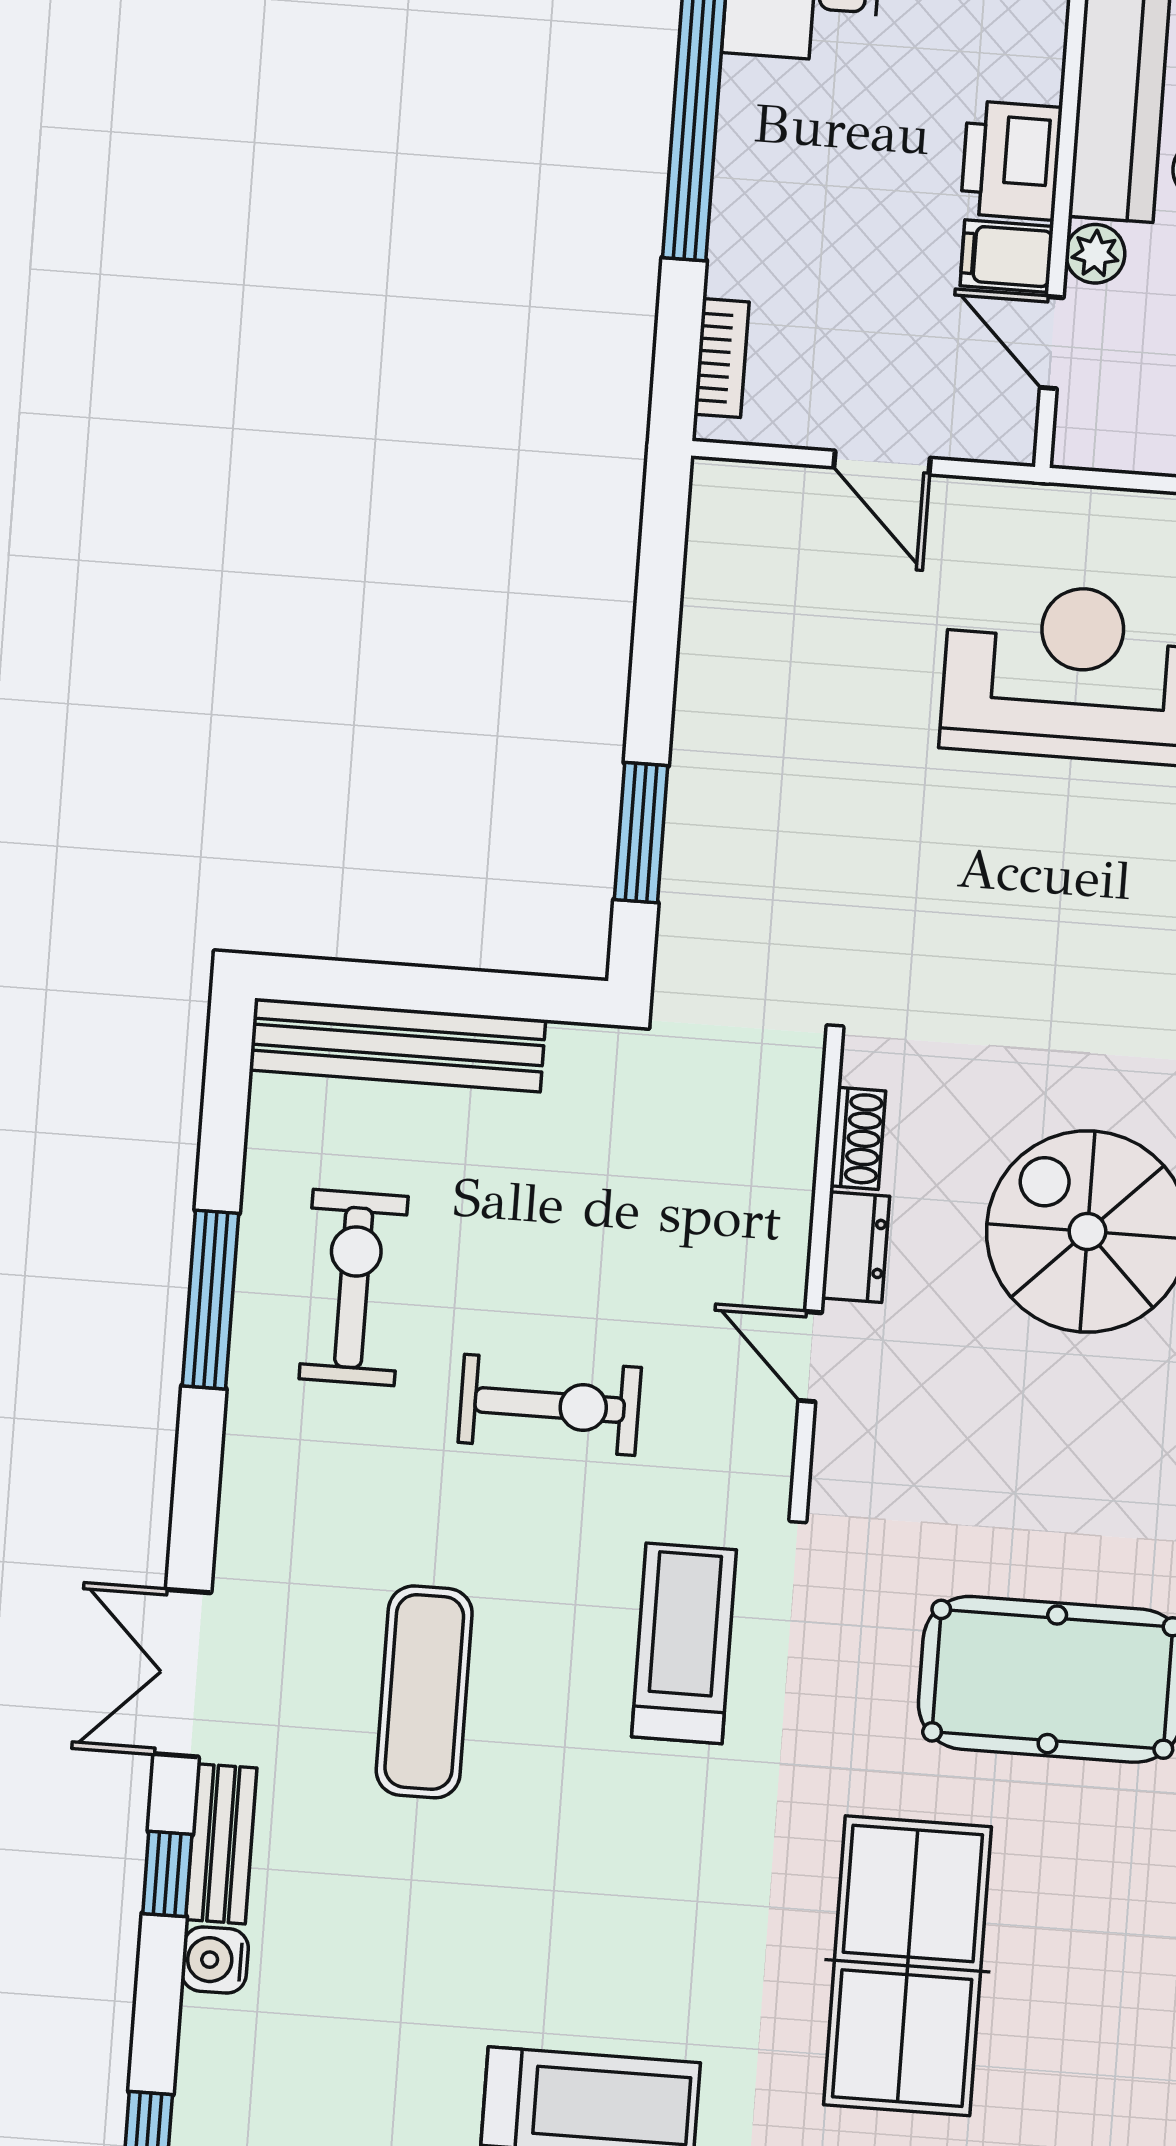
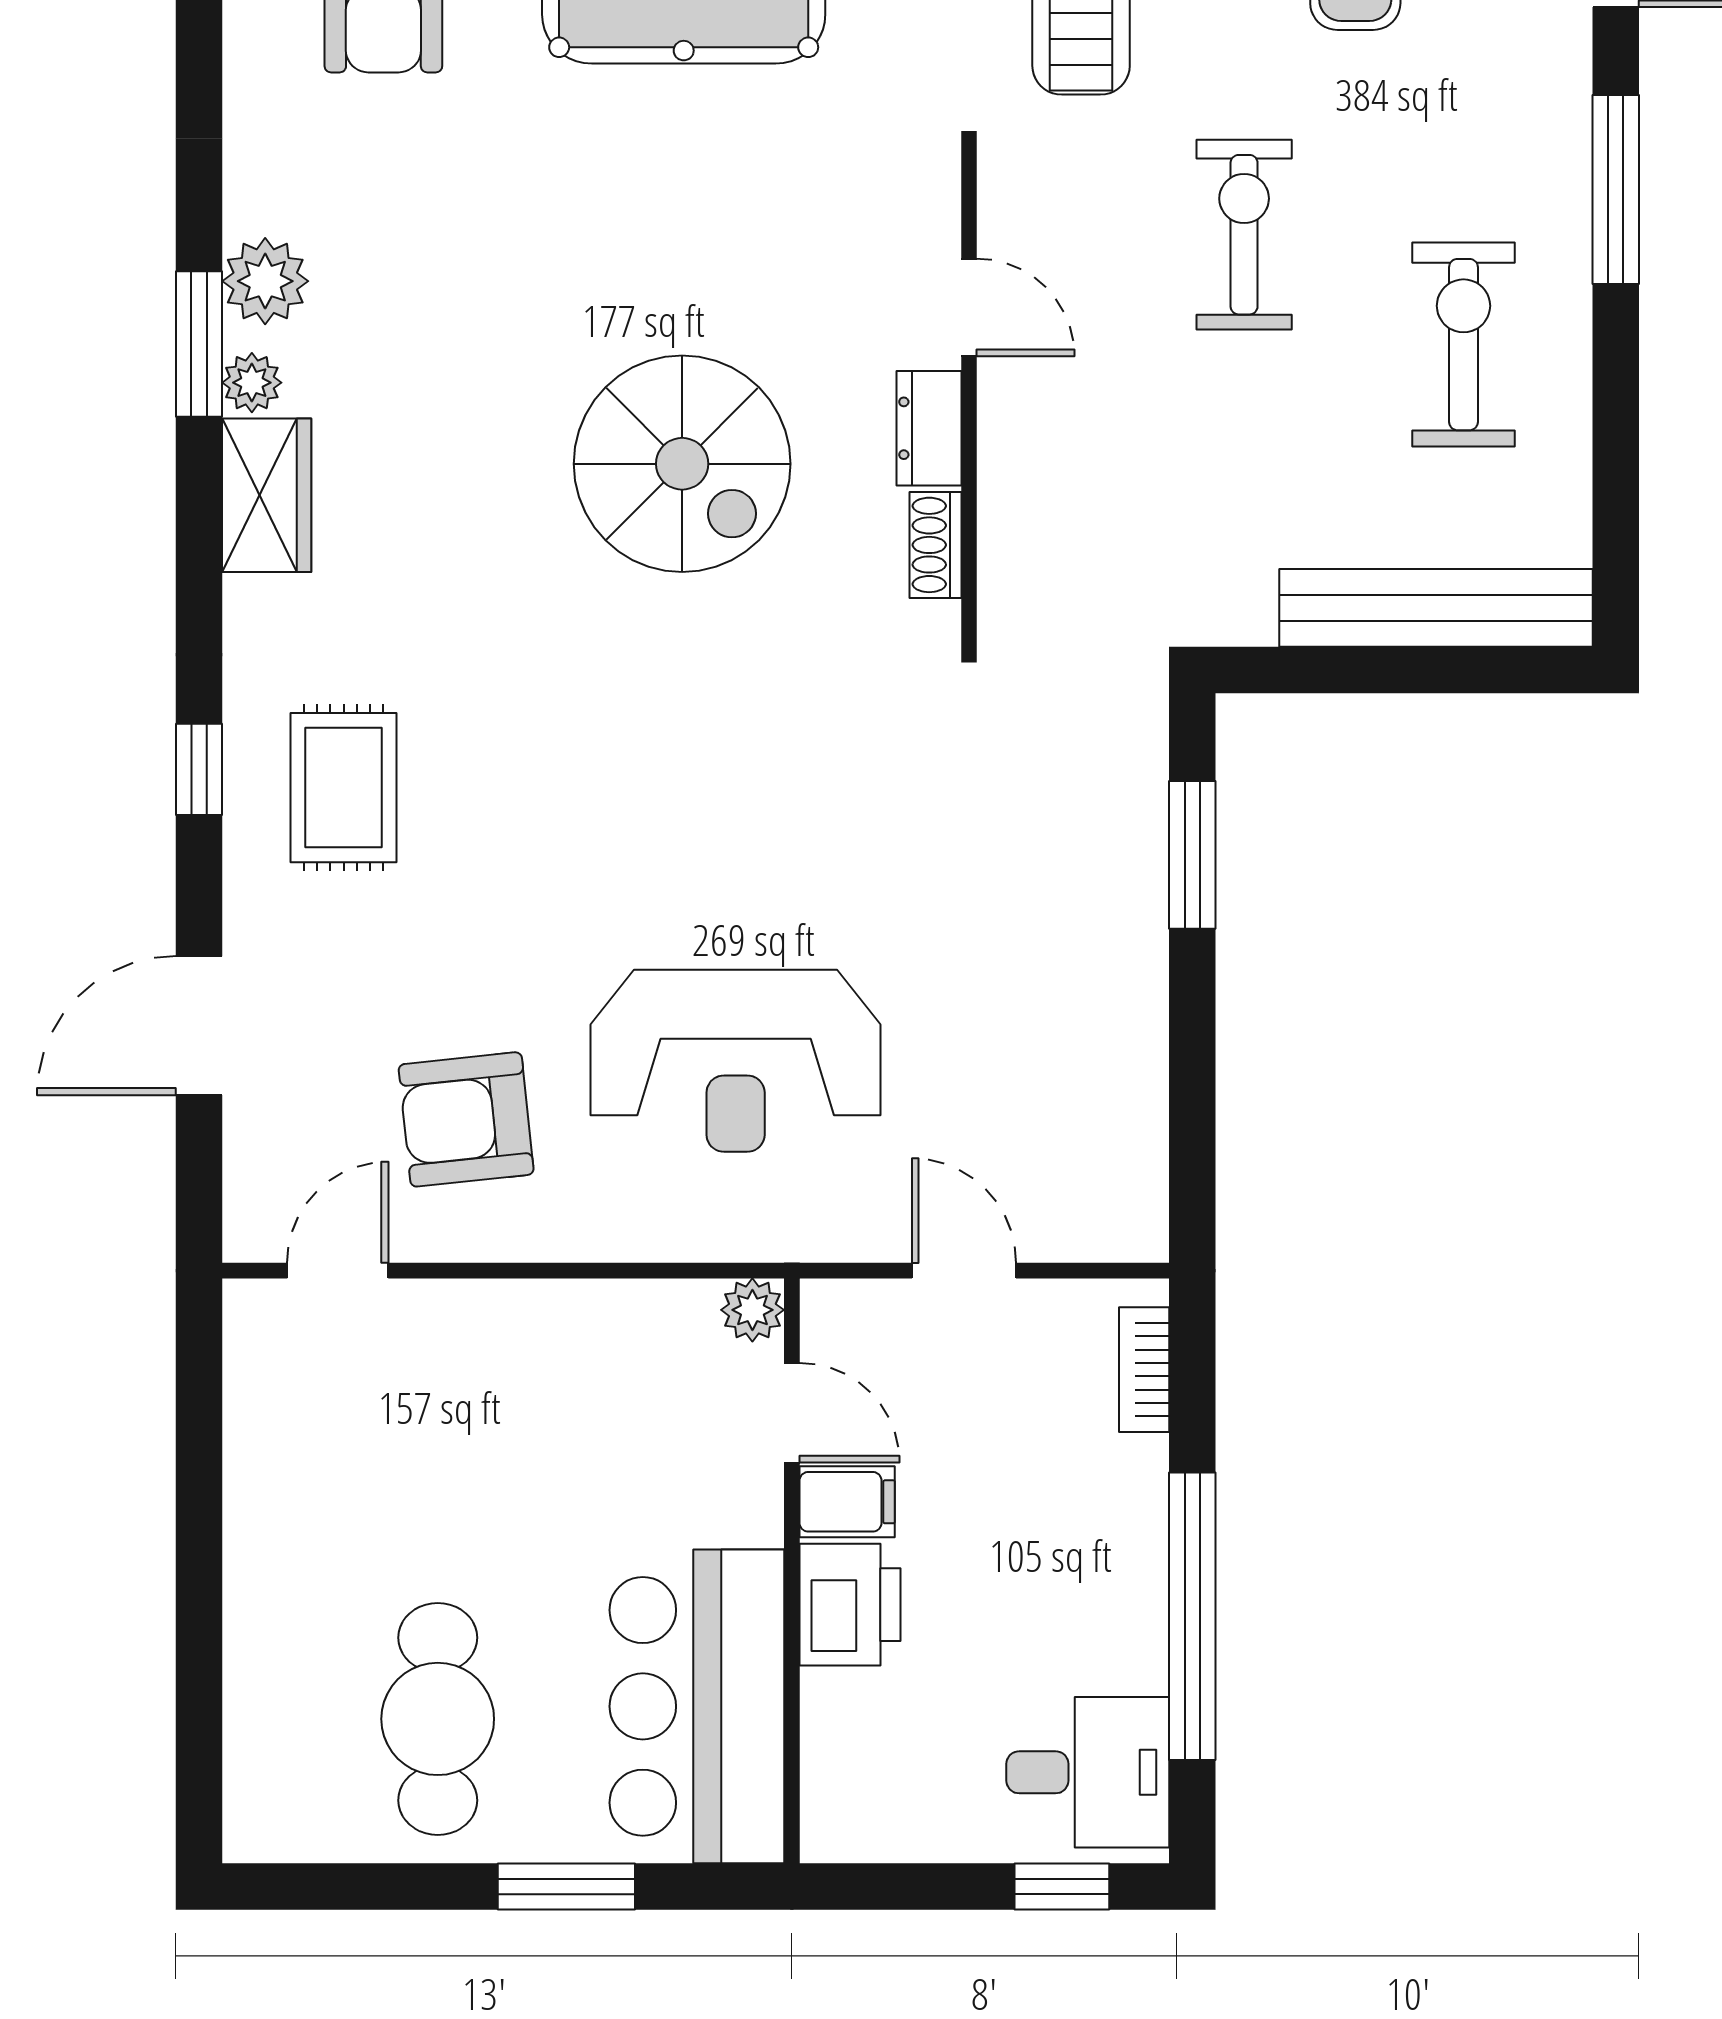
plant: (1095, 254) -> (752, 1310), moved
exercise bike: (354, 1288) -> (1463, 345), turned 180
window: (211, 1300) -> (1616, 190), moved
exercise bike: (550, 1405) -> (1244, 235), turned 90

